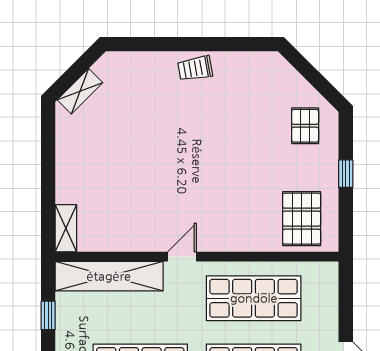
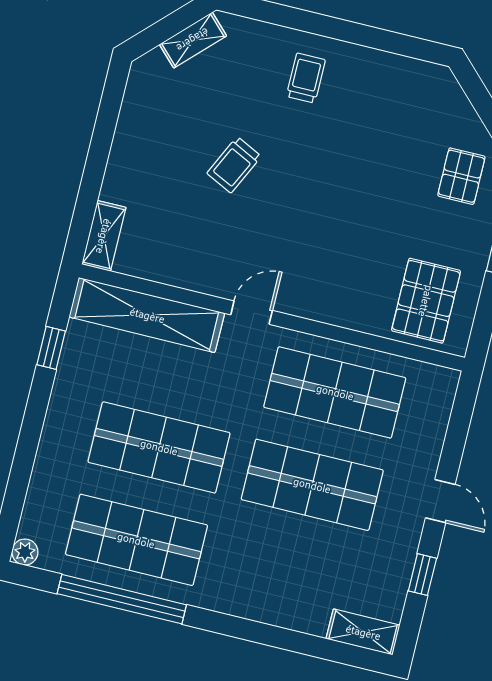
trolley: (195, 68) -> (306, 78), moved, turned 100
shelving: (80, 91) -> (193, 40), moved
trolley: (145, 157) -> (234, 165), added

